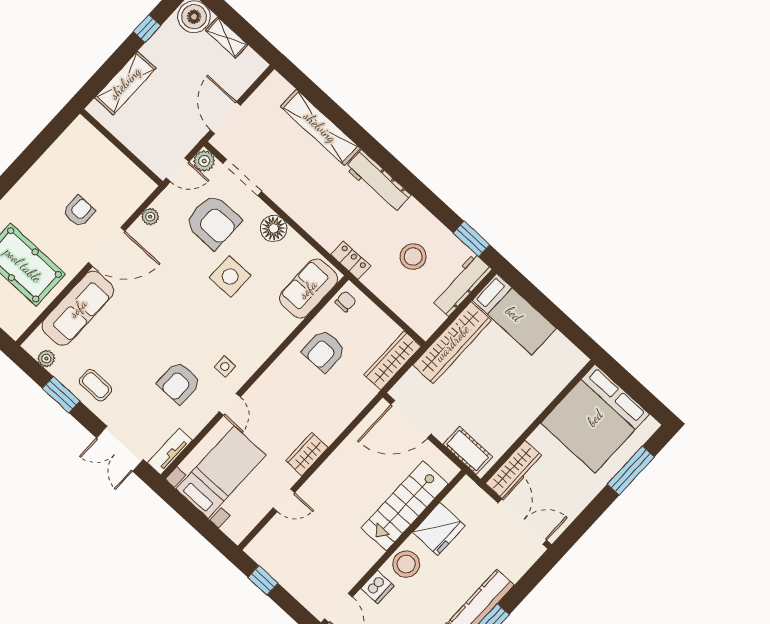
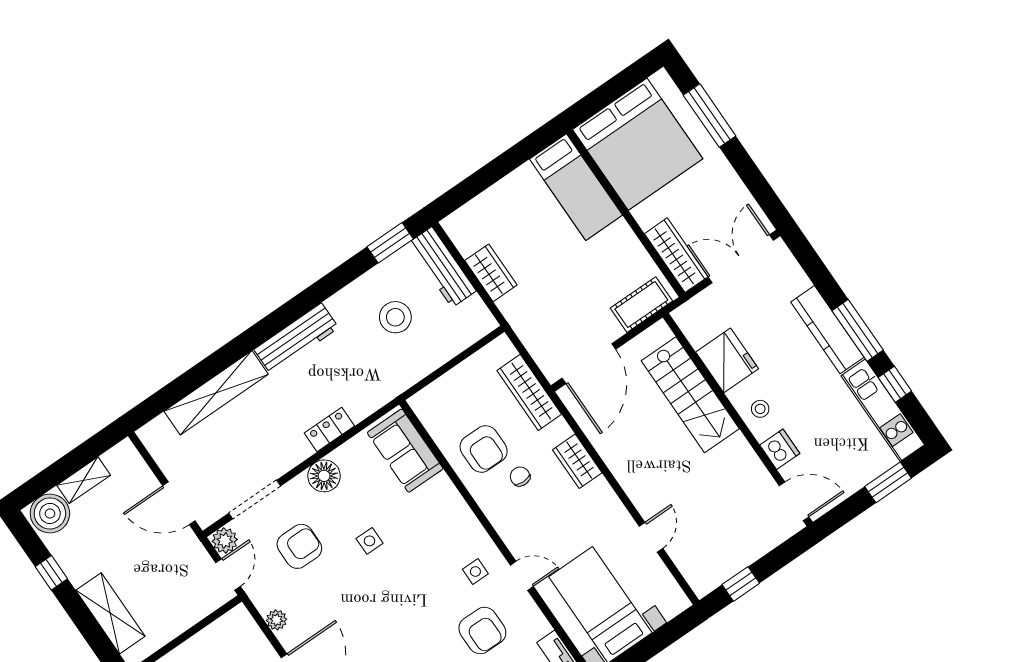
armchair: (213, 222) -> (299, 546), width x0.73, depth x0.73
locker: (351, 260) -> (329, 429), moved
side table: (230, 276) -> (370, 541), width x0.54, depth x0.54
chair: (346, 301) -> (520, 476), moved
bed: (514, 314) -> (576, 187), moved, turned 90
wardrobe: (452, 343) -> (491, 273), width x0.48, depth x0.85
wardrobe: (393, 361) -> (529, 392), moved
wardrobe: (307, 454) -> (577, 461), moved
stool: (406, 564) -> (760, 409), width x0.53, depth x0.53

